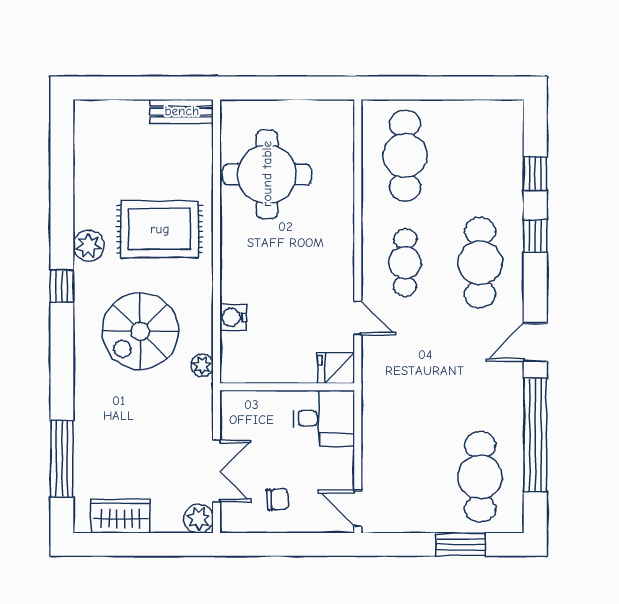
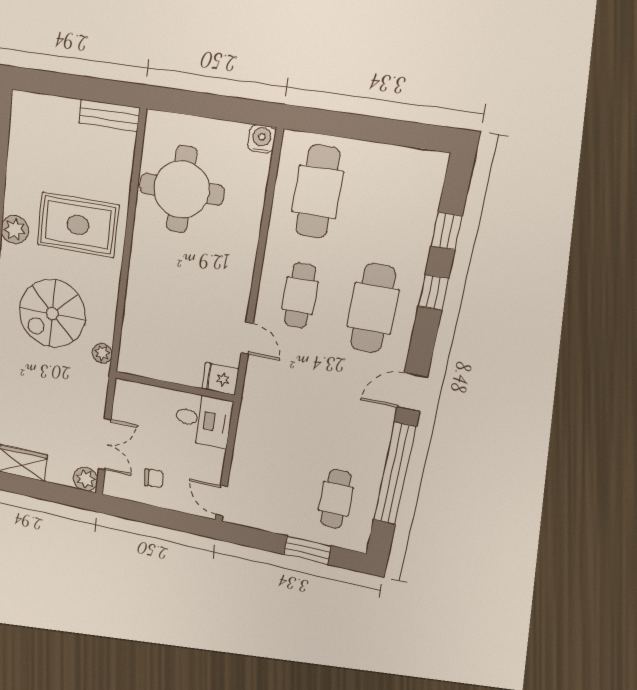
water cooler: (233, 317) -> (262, 139), moved, turned 90
cafe table: (480, 477) -> (336, 499), width x0.73, depth x0.74

